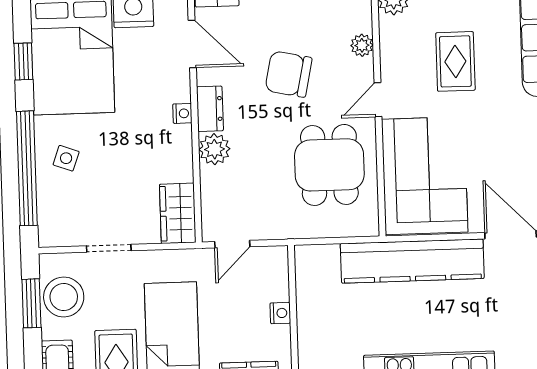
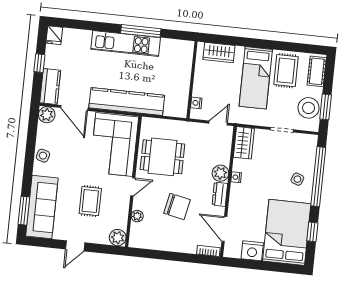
nightstand: (182, 113) -> (236, 177), moved
dining table: (329, 165) -> (162, 157), turned 90
nightstand: (280, 313) -> (196, 103), moved

